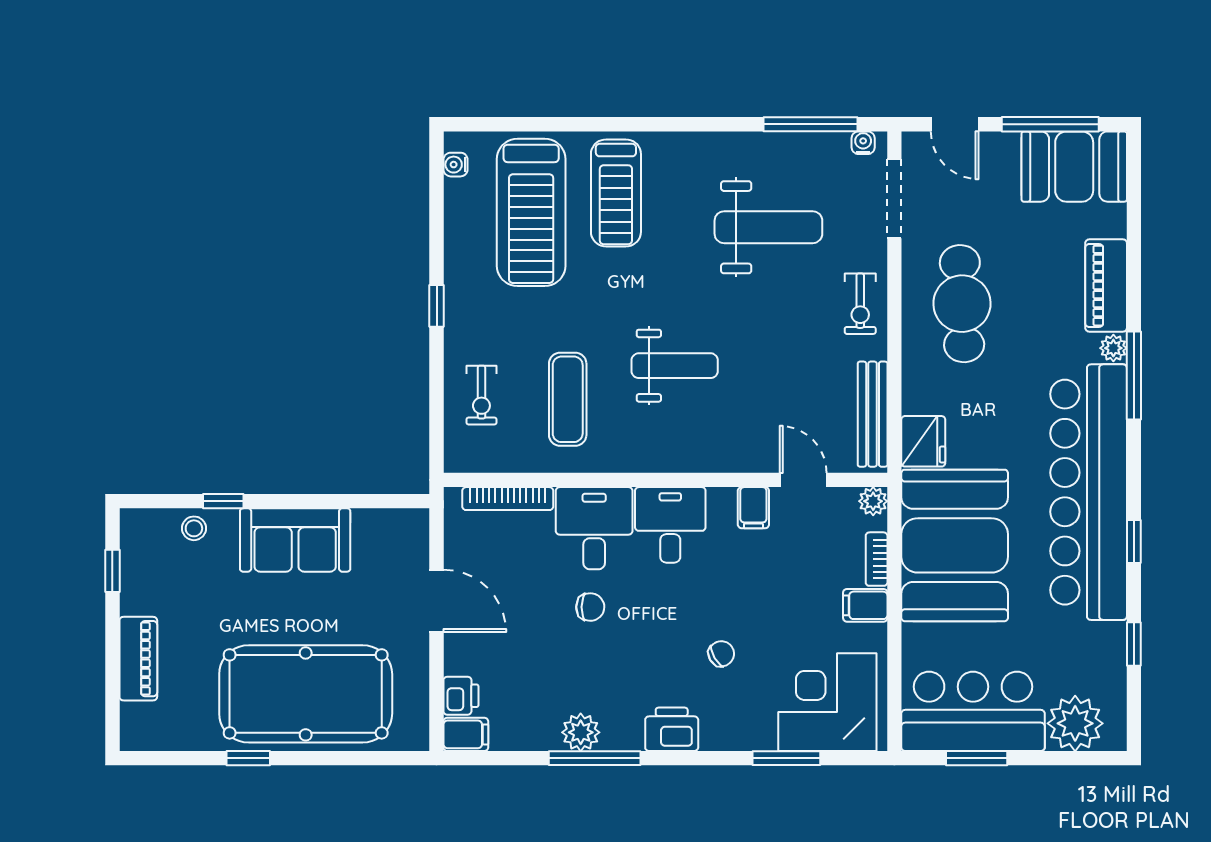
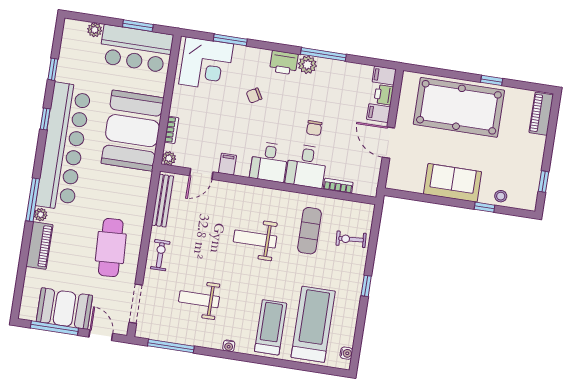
water cooler: (863, 143) -> (229, 346), moved
booth: (1074, 167) -> (64, 309), moved
weight bench: (768, 227) -> (199, 299), width x0.73, depth x0.75
exercise bike: (481, 395) -> (351, 239), turned -94
fridge: (923, 441) -> (140, 184), removed
door: (803, 480) -> (201, 174), hinge flipped
bookcase: (508, 499) -> (338, 186), width x0.64
filing cabinet: (865, 605) -> (378, 113), moved, turned 180
chair: (590, 607) -> (314, 128), turned -91
piano: (138, 659) -> (541, 114), moved
plant: (1075, 723) -> (95, 30), width x0.53, depth x0.53
plant: (581, 732) -> (307, 65), moved

